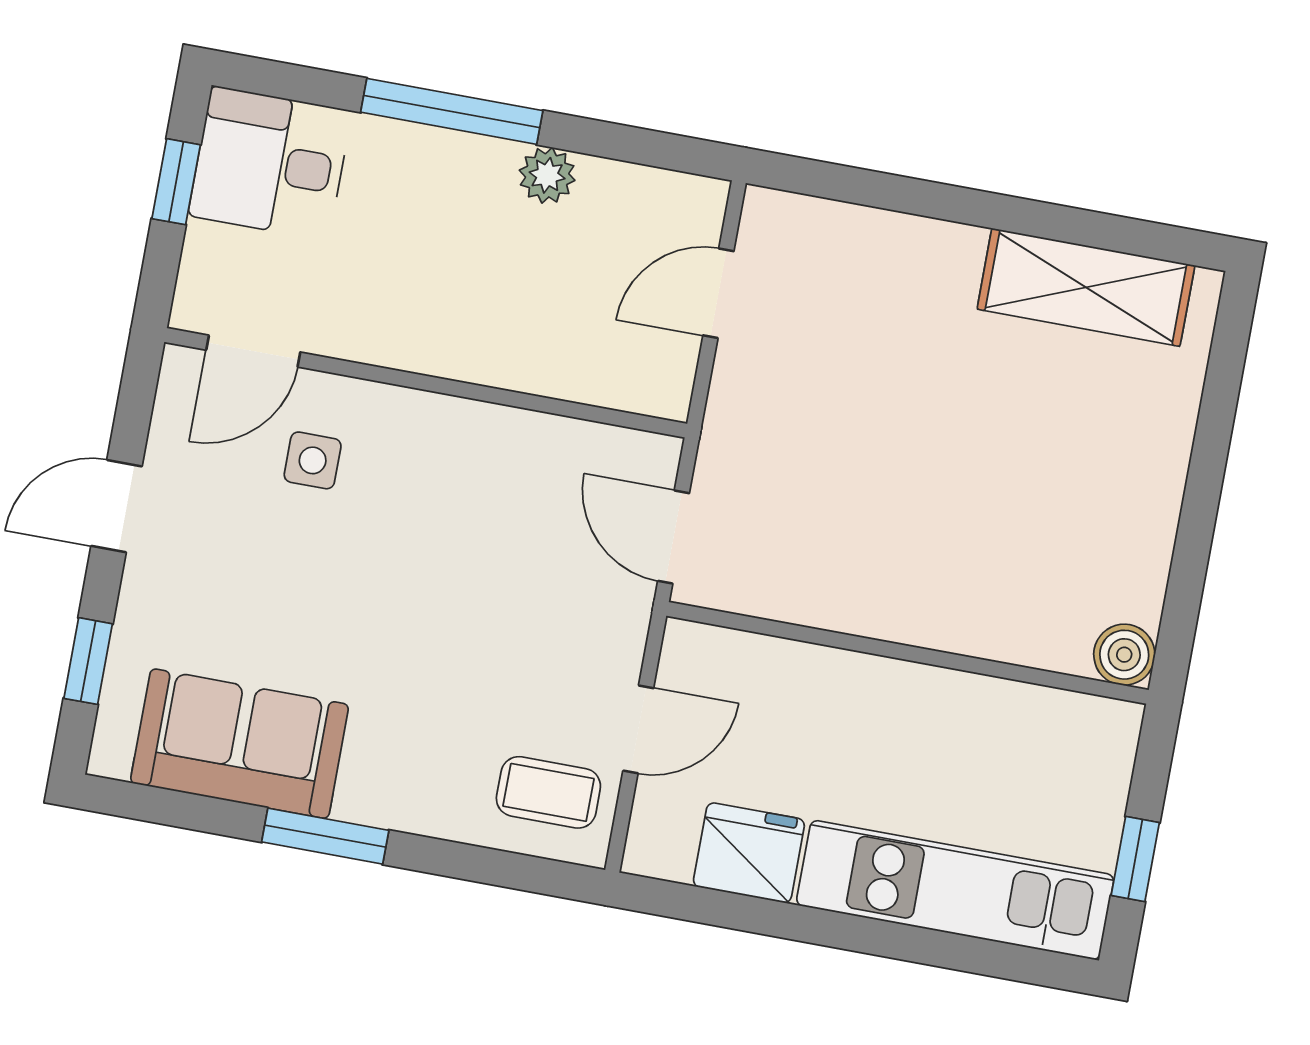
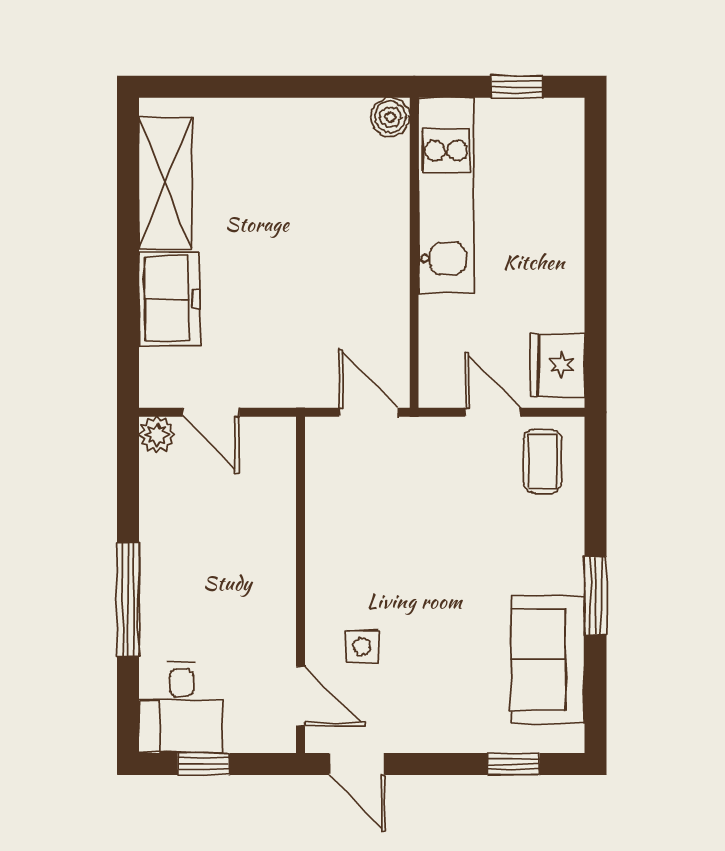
plant: (547, 175) -> (157, 435), moved
freezer: (905, 261) -> (169, 299), added
door: (117, 506) -> (357, 764), moved
door: (674, 537) -> (369, 412), swing flipped
fridge: (749, 853) -> (557, 365), moved
kitchen unit: (955, 890) -> (446, 196), moved, turned 180

